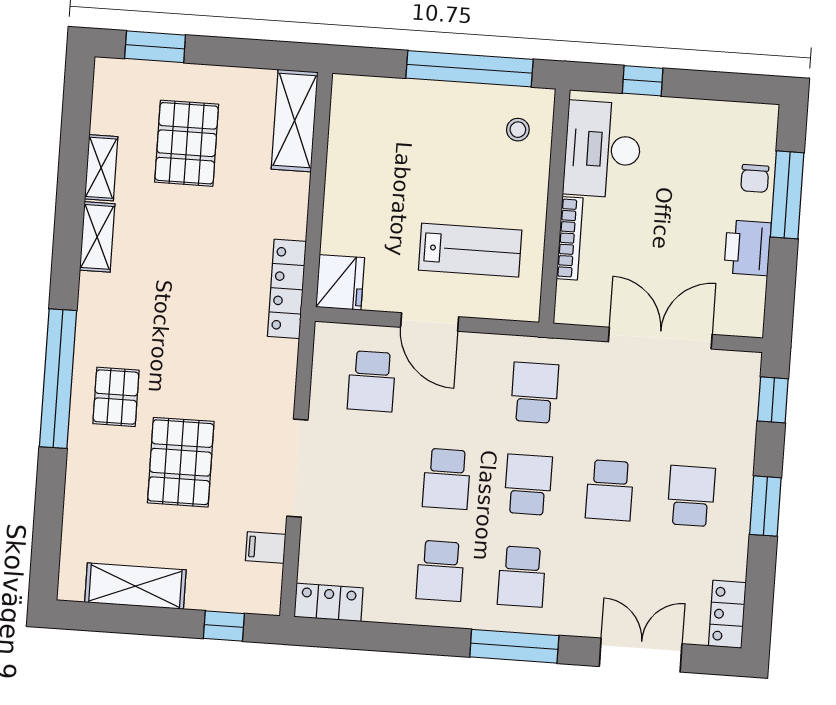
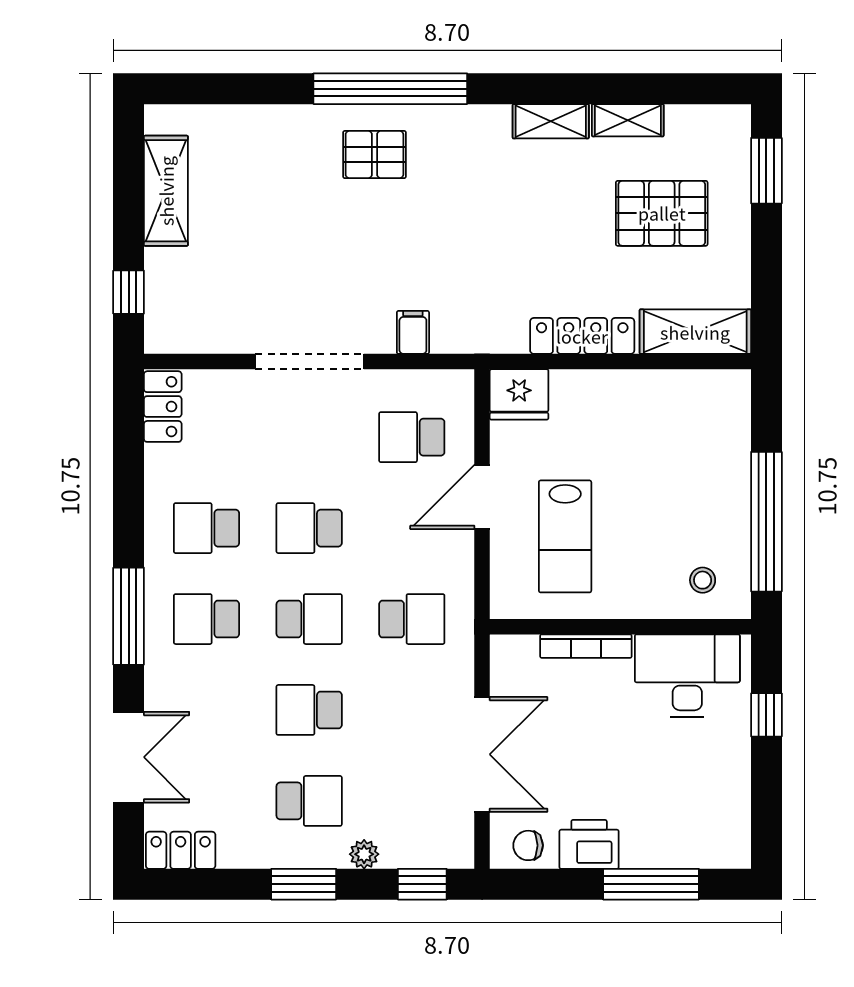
chair: (755, 178) -> (528, 845), moved
locker: (287, 289) -> (582, 336), moved
plant: (742, 450) -> (364, 854), added
pallet: (181, 462) -> (307, 232), removed
filing cabinet: (266, 547) -> (413, 332), moved

